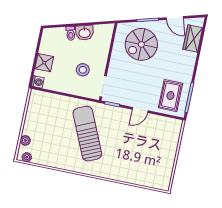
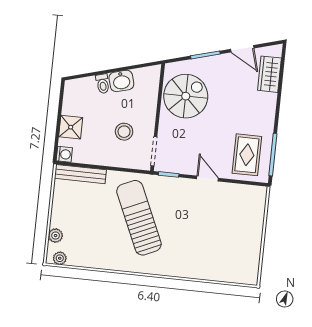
spiral stairs: (141, 44) -> (186, 96), moved, turned 180
bench: (48, 97) -> (80, 174), added
door: (140, 110) -> (207, 178), swing flipped

